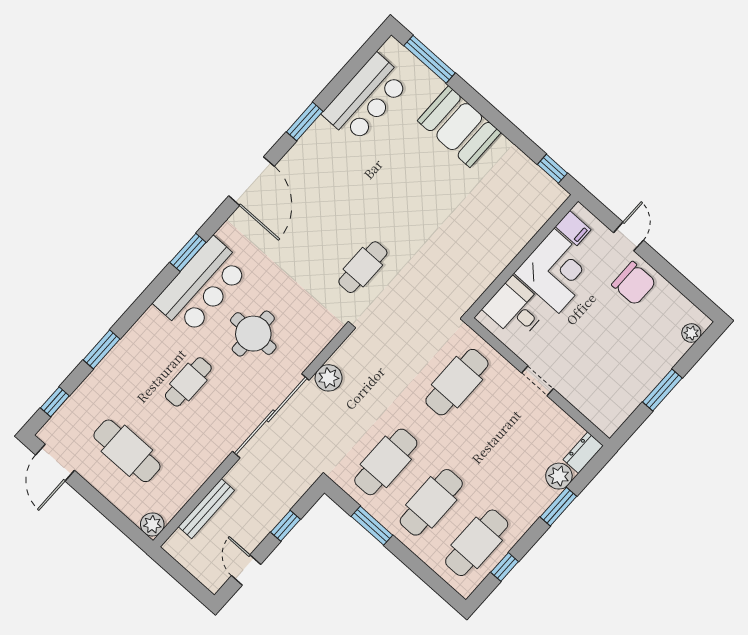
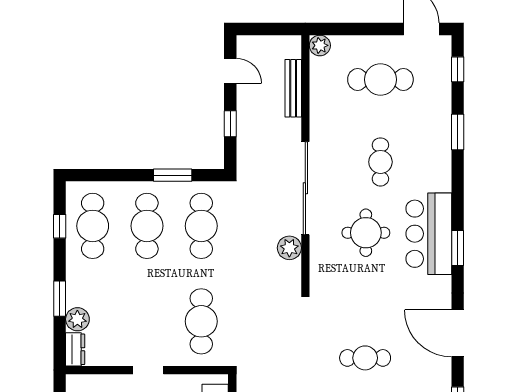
cafe table: (363, 267) -> (365, 358), moved, turned 90

